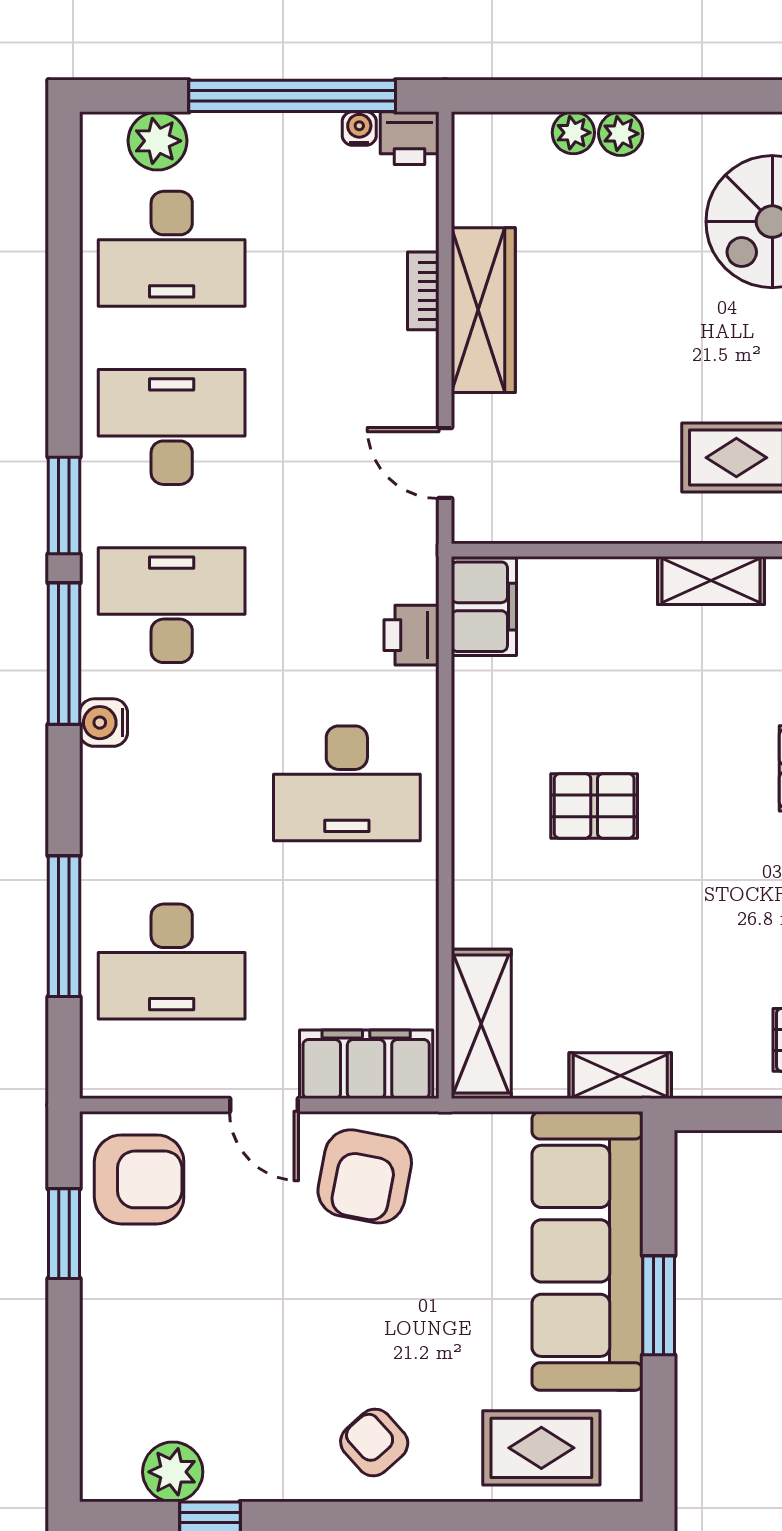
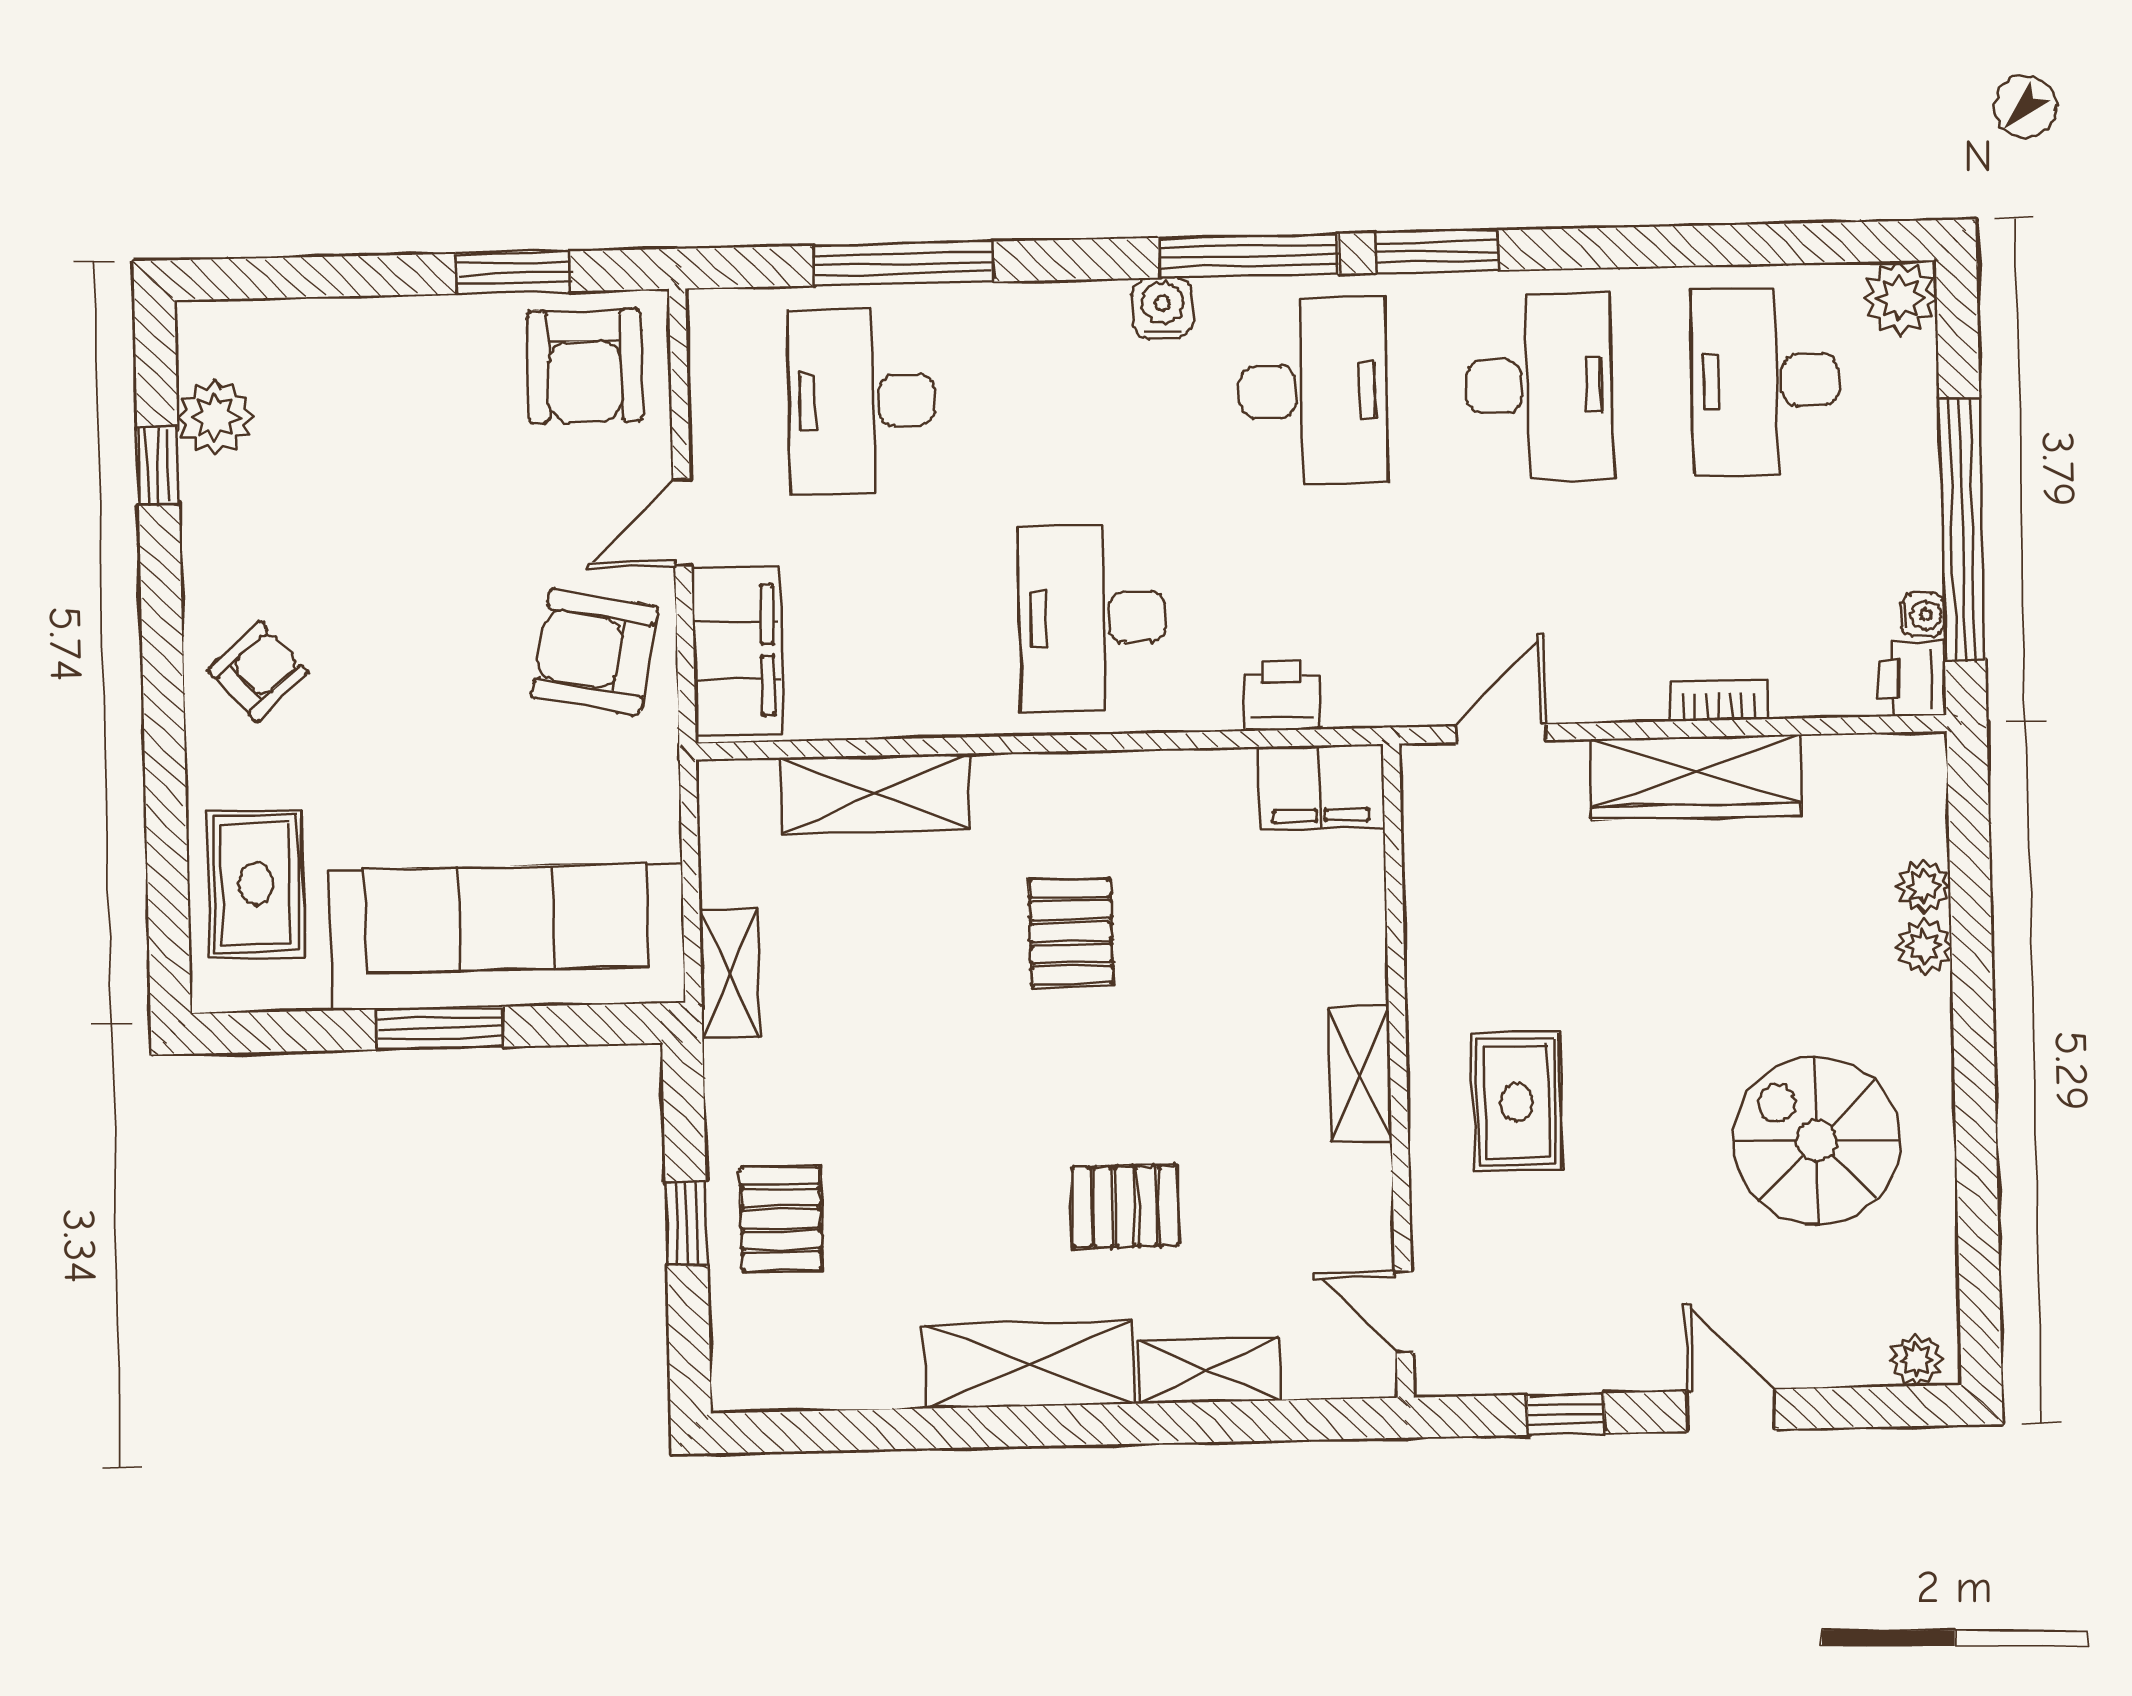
plant: (158, 141) -> (1900, 298), moved
shelving: (481, 1024) -> (875, 793), moved

